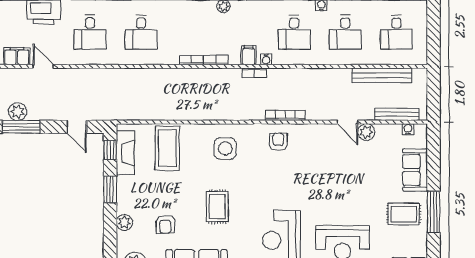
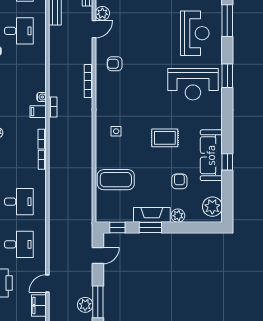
desk: (294, 32) -> (19, 74), removed
armchair: (278, 142) -> (115, 64), moved
side table: (225, 148) -> (116, 131), width x0.54, depth x0.54
fireplace: (125, 153) -> (152, 215), moved
armchair: (165, 224) -> (179, 181), turned -89

